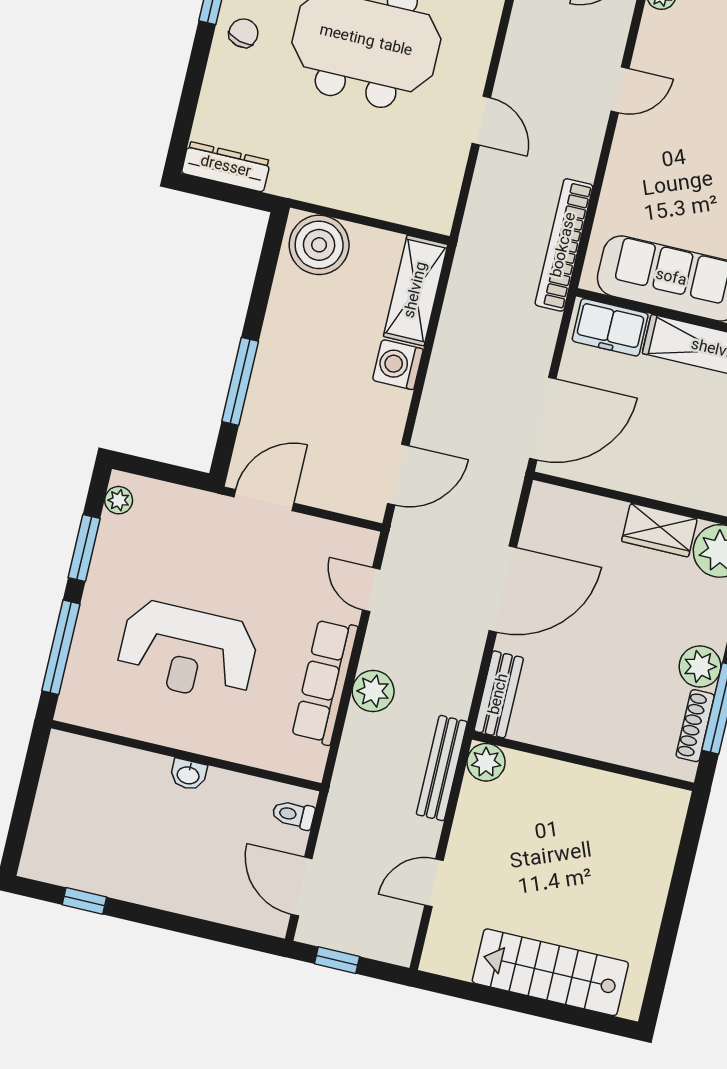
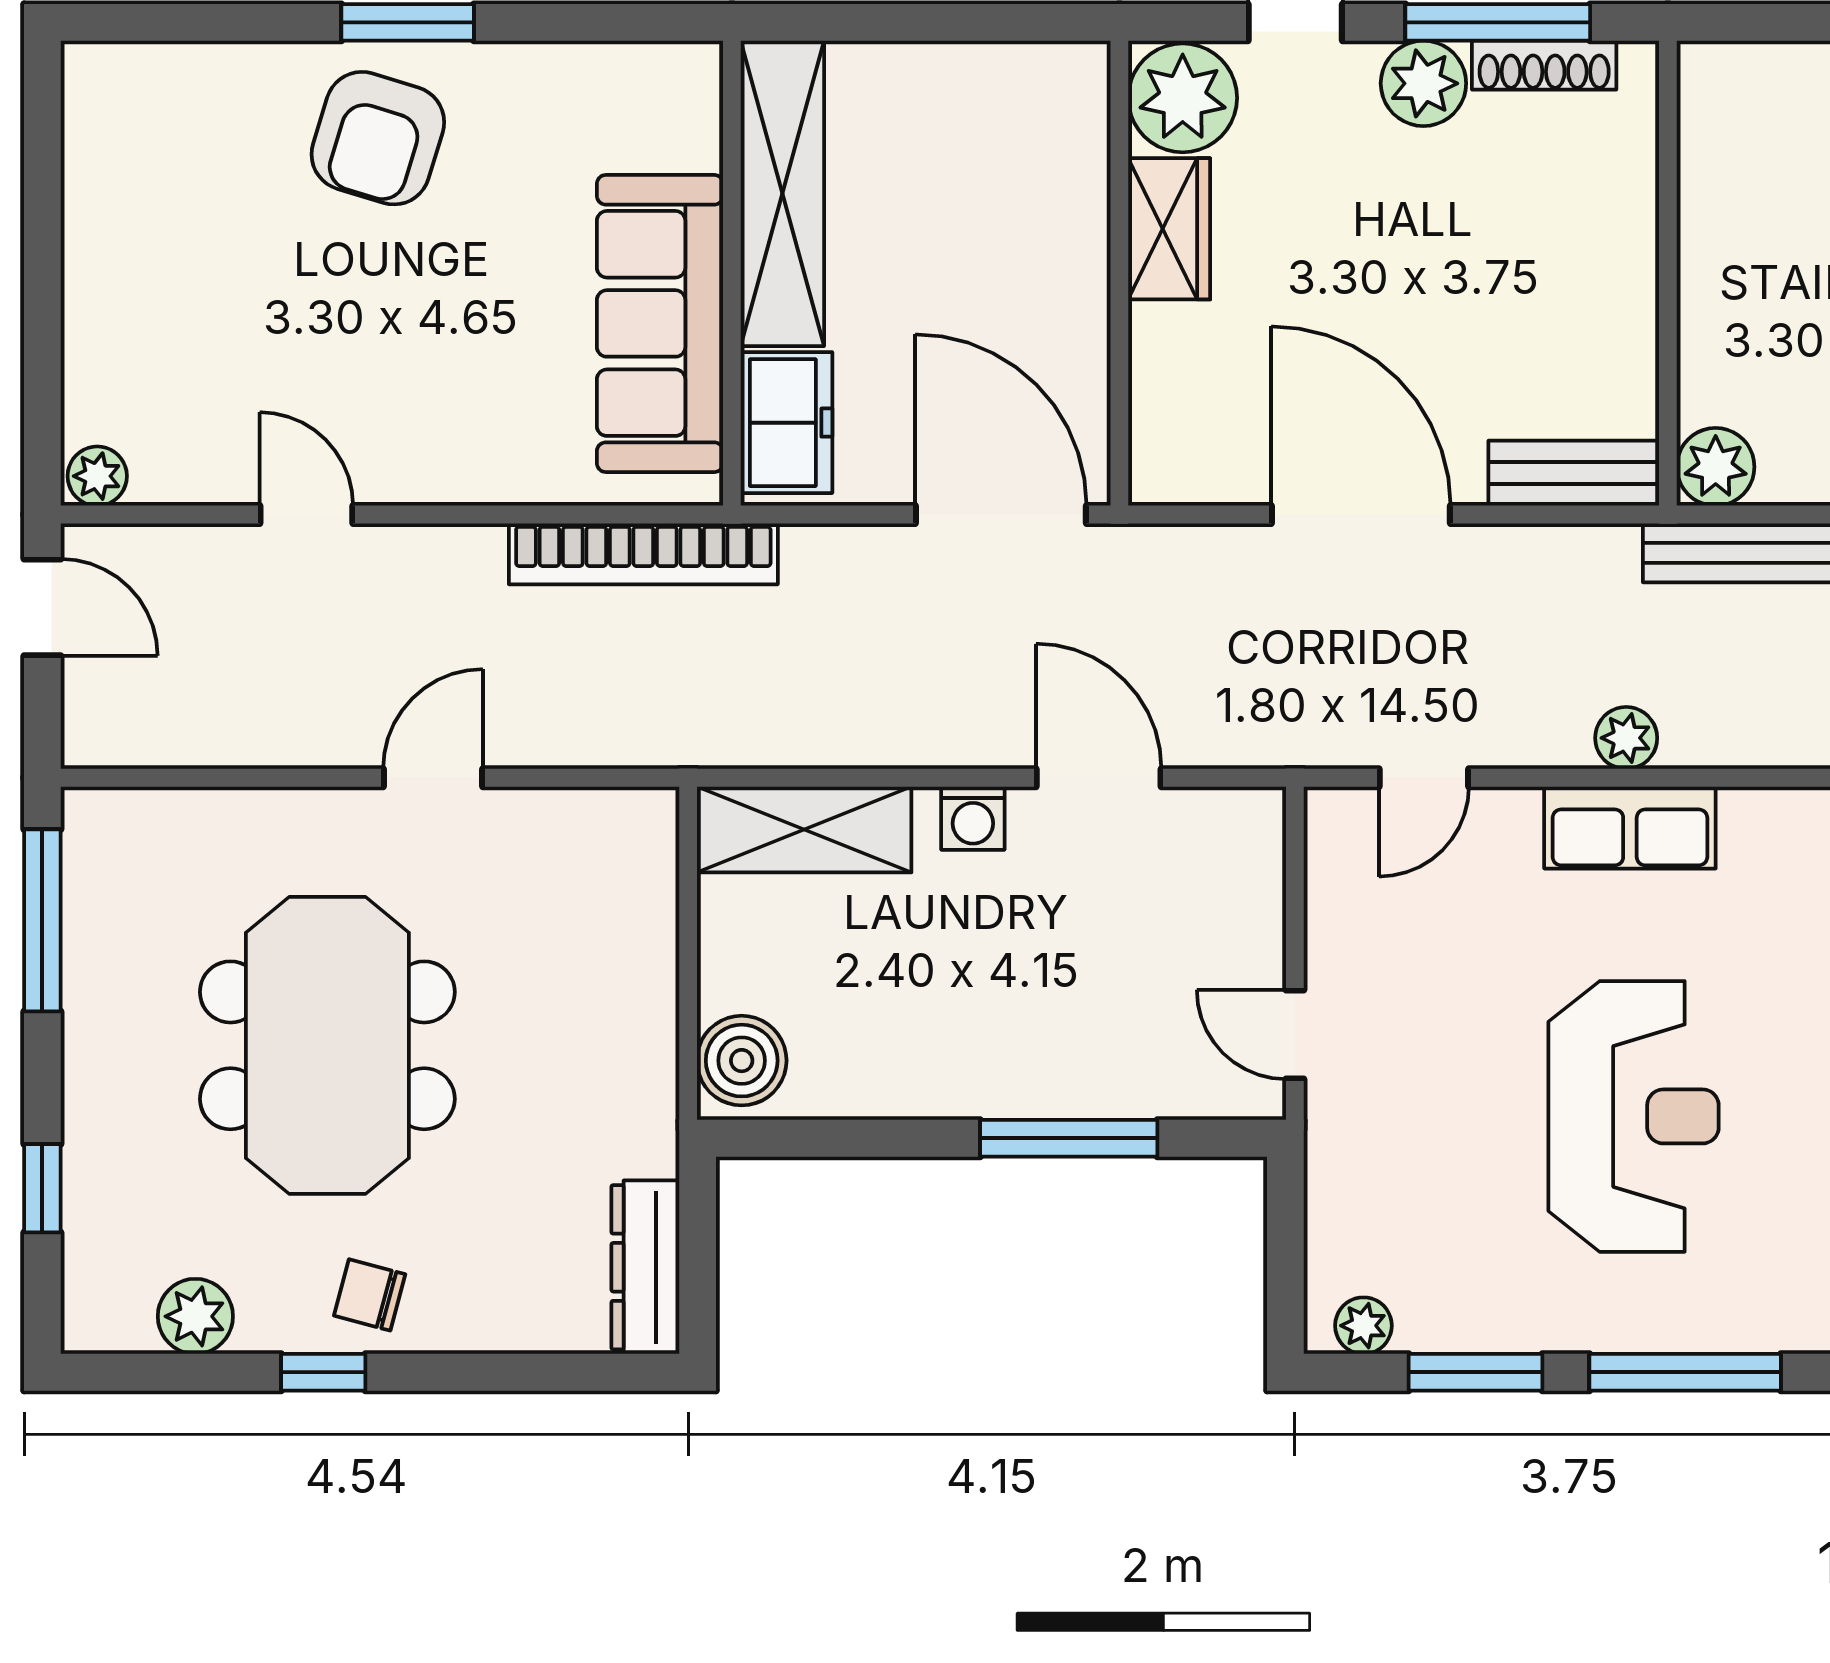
boiler: (319, 245) -> (742, 1061), width x0.73, depth x0.73
washing machine: (398, 365) -> (973, 818), width x0.73, depth x0.73
door: (398, 475) -> (1099, 778), moved
door: (264, 500) -> (1295, 1035), width x0.73
row of seats: (325, 682) -> (1630, 828), width x0.68
plant: (373, 691) -> (1626, 738), width x0.73, depth x0.73

